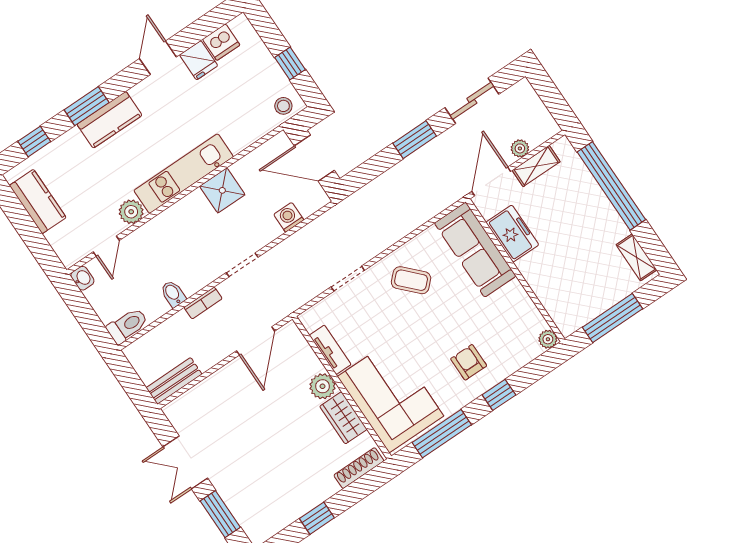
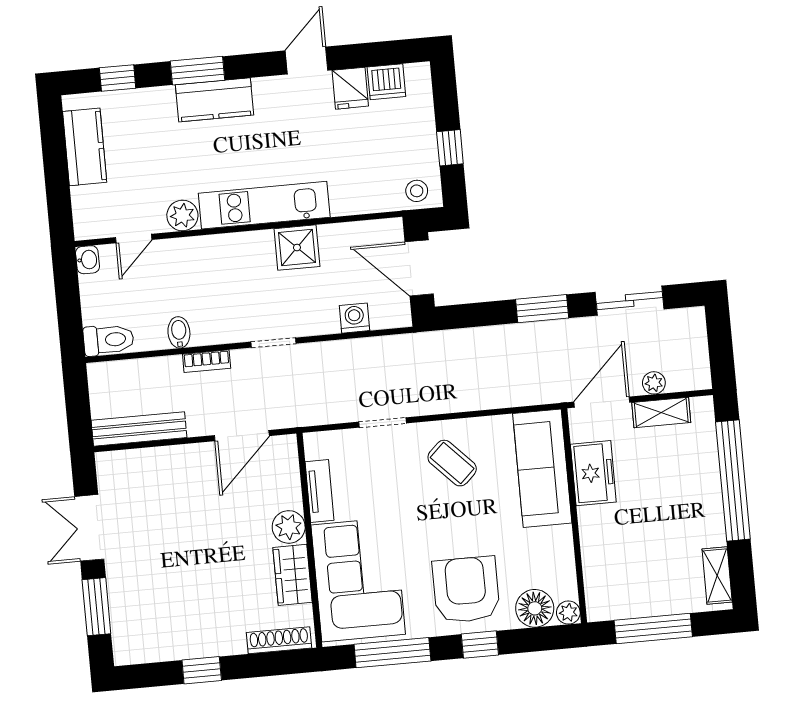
floor lamp: (523, 349) -> (535, 608), added
armchair: (469, 362) -> (466, 590), width x1.88, depth x1.88
bench: (174, 381) -> (139, 429), width x1.36

